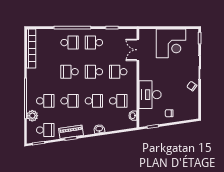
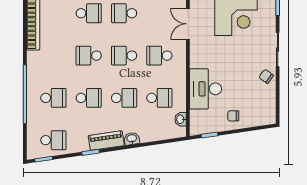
plant: (32, 116) -> (35, 119), removed
piano: (71, 132) -> (106, 141), moved

